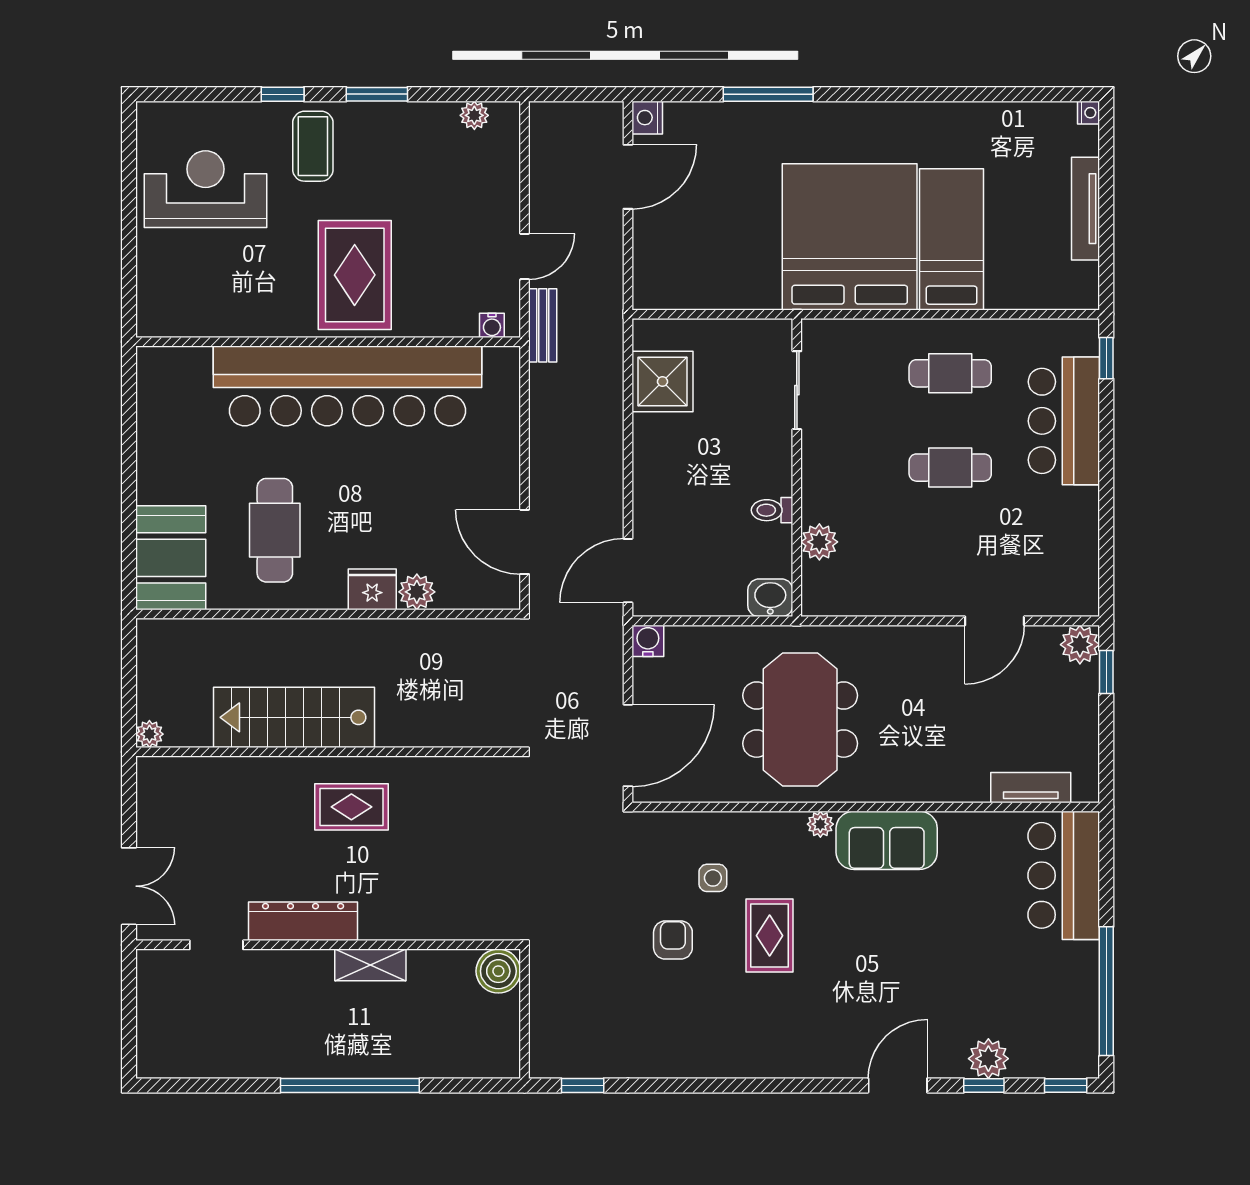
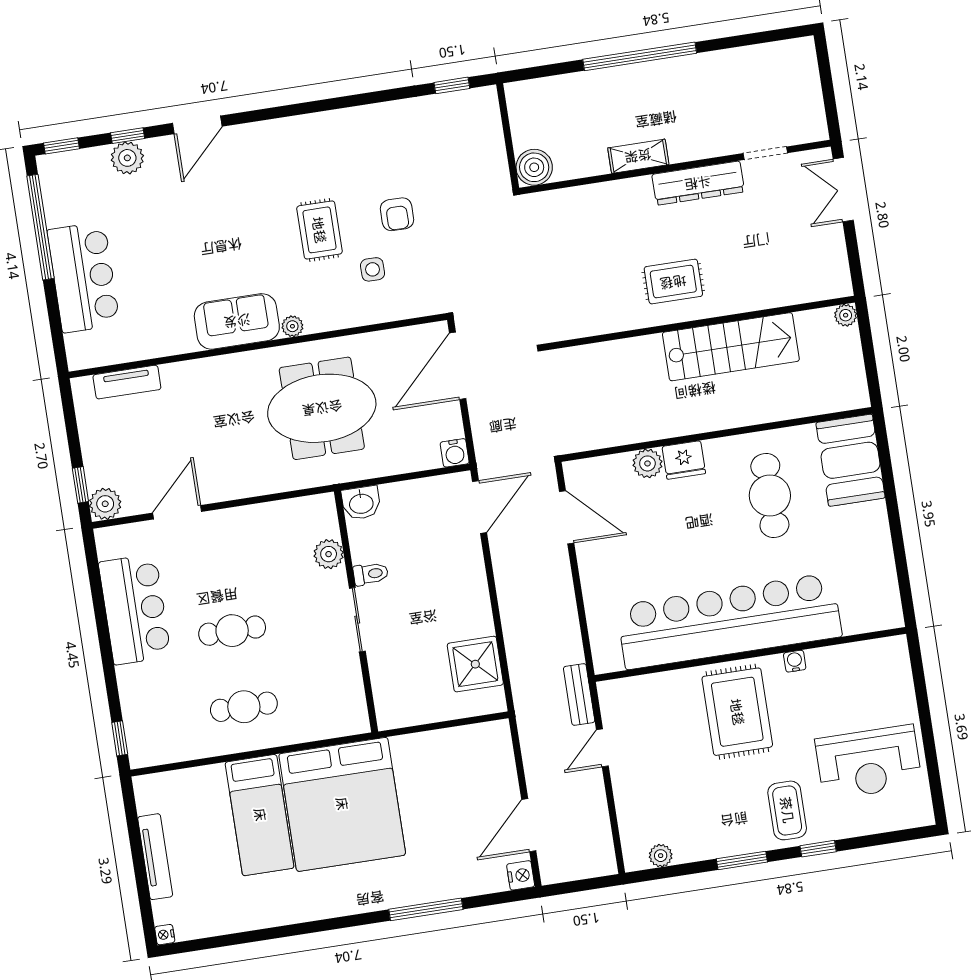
water cooler: (492, 325) -> (795, 661), moved
sliding door: (797, 390) -> (357, 620), moved
bar counter: (1064, 421) -> (135, 609), moved
meeting table: (800, 720) -> (322, 408), turned 90
bar counter: (1064, 875) -> (83, 277), moved

